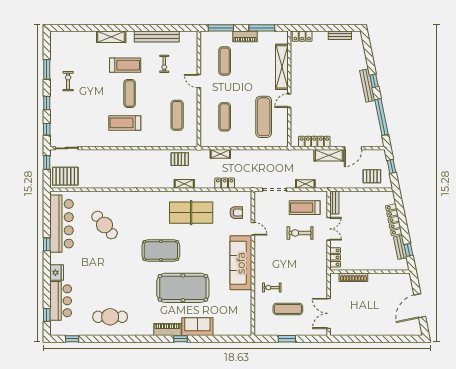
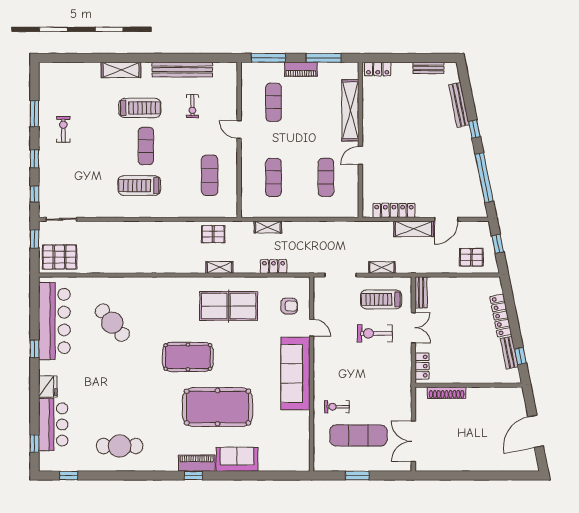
bench: (367, 85) -> (459, 105), moved
exercise mat: (264, 117) -> (326, 177), width x0.73, depth x0.69
exercise mat: (288, 309) -> (359, 435), width x1.36, depth x1.45
window: (180, 339) -> (193, 476), moved

